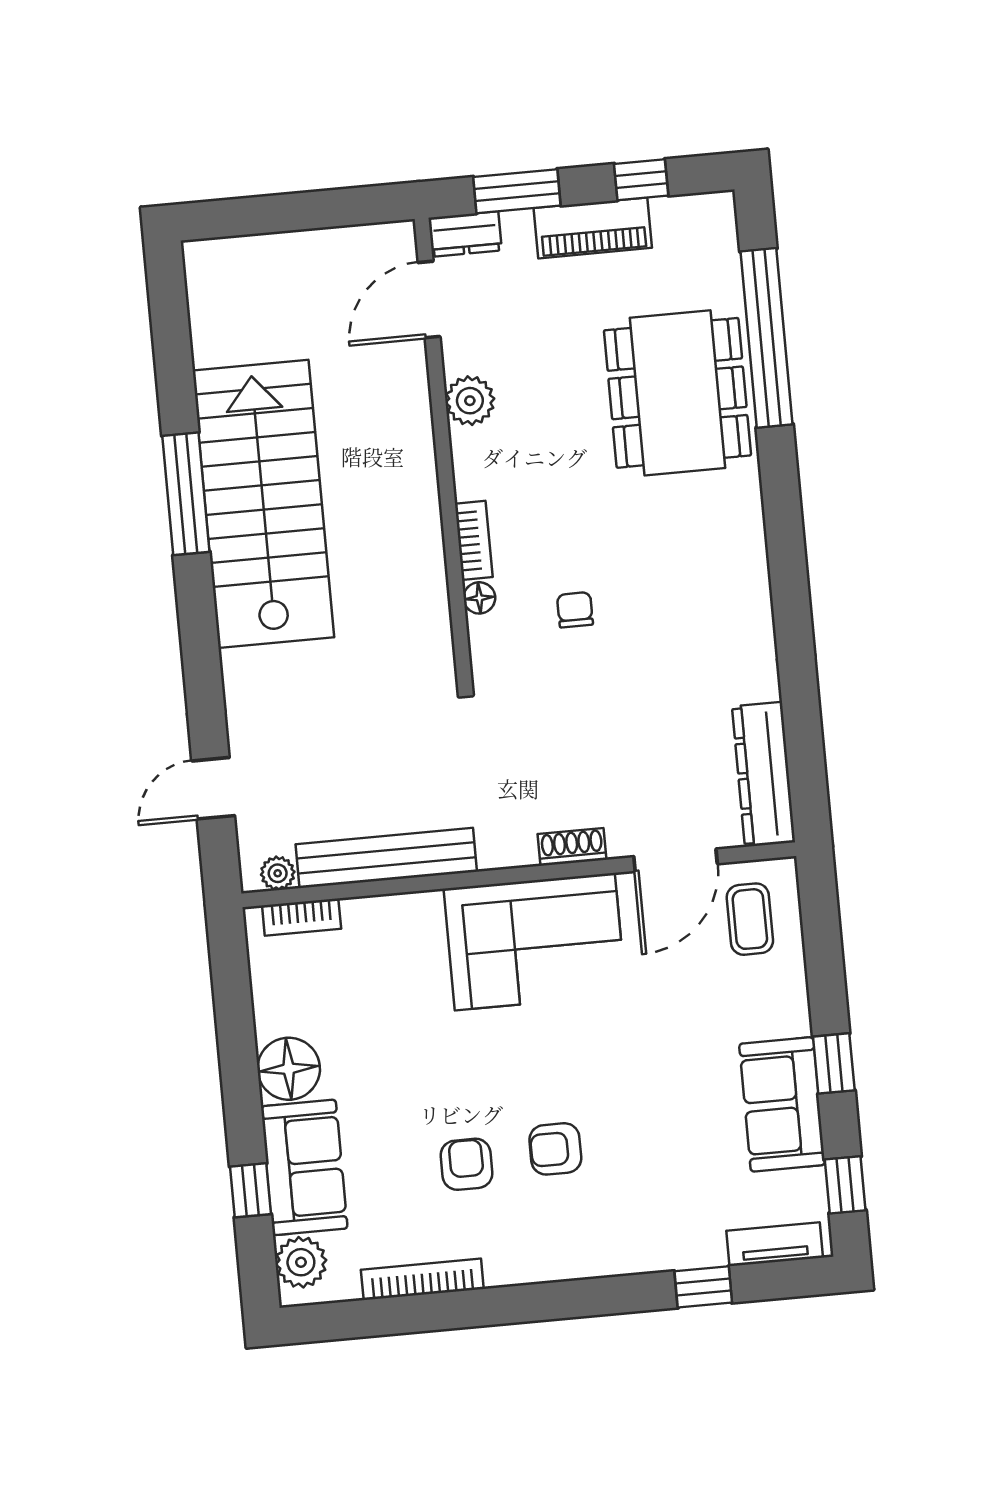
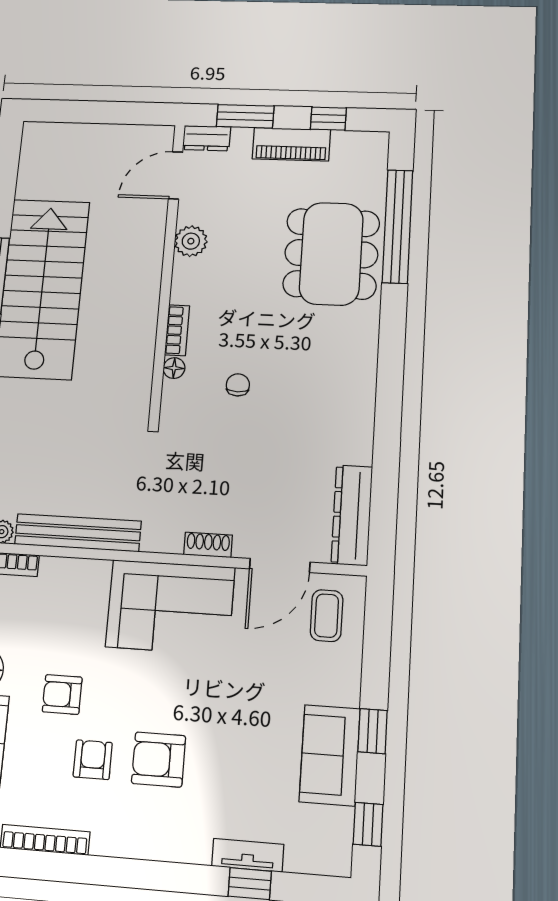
armchair: (408, 1085) -> (62, 695), added
armchair: (555, 1149) -> (159, 760), width x1.38, depth x1.38
tv unit: (775, 1244) -> (248, 855), moved

